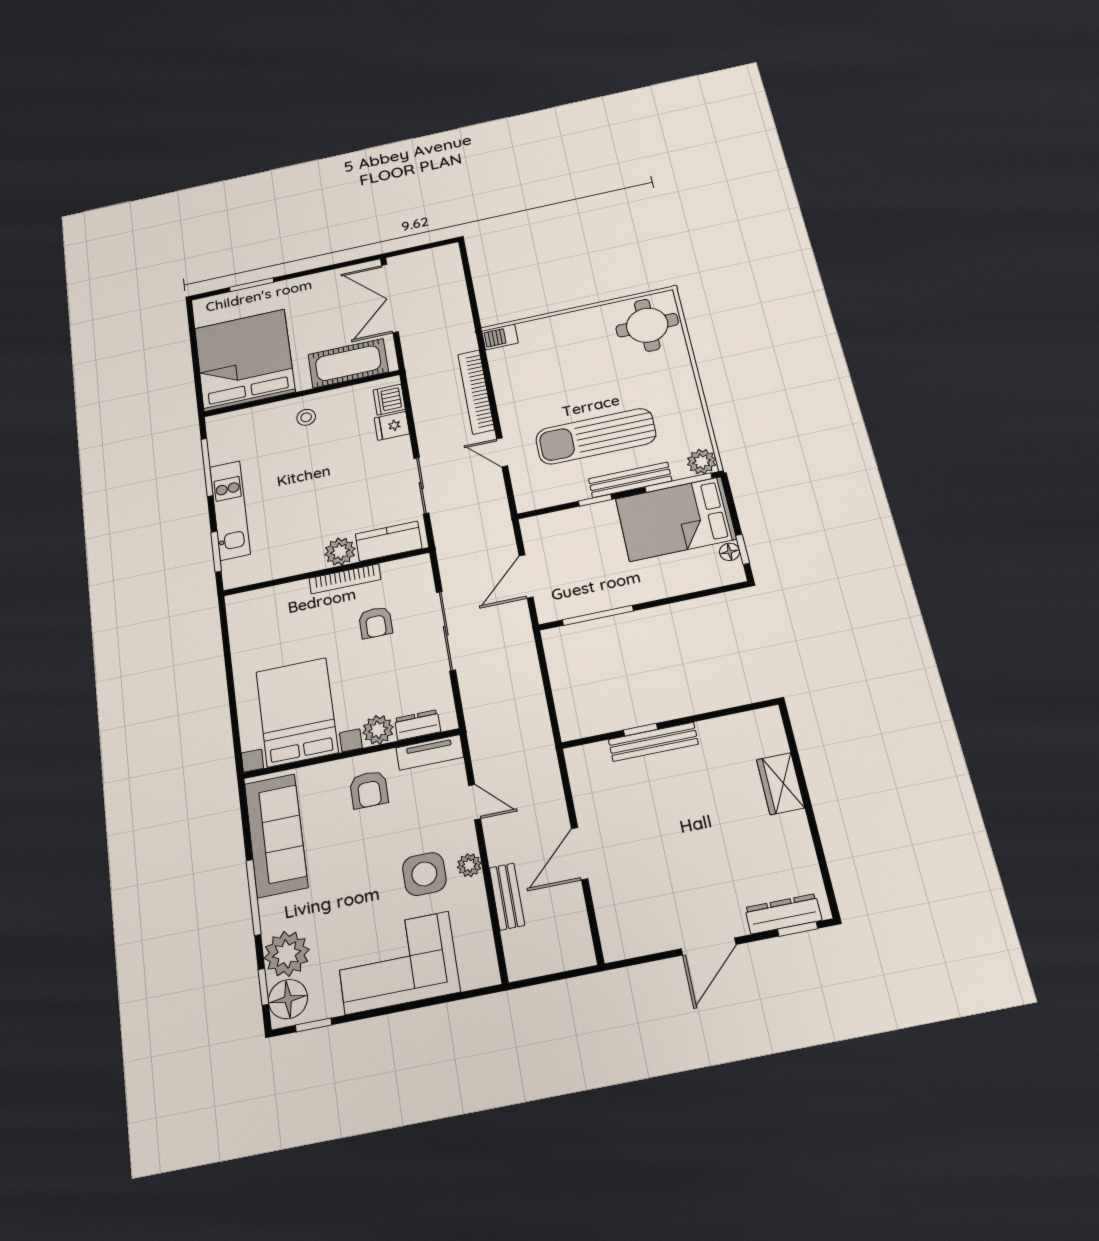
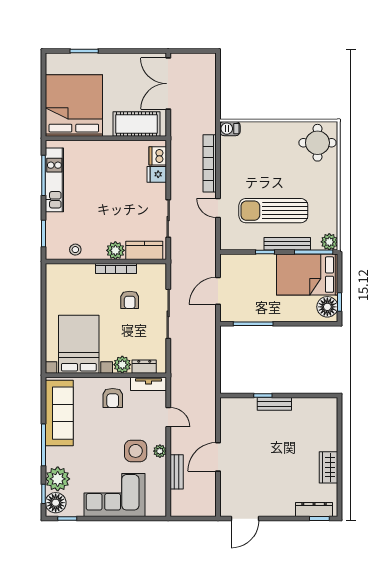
stool: (306, 417) -> (75, 250), moved
kitchen unit: (230, 510) -> (54, 180), moved
floor lamp: (730, 552) -> (327, 307), width x1.89, depth x1.89
bench: (653, 742) -> (274, 404), width x0.73
wardrobe: (781, 784) -> (329, 467), moved
door: (709, 947) -> (245, 519), moved

